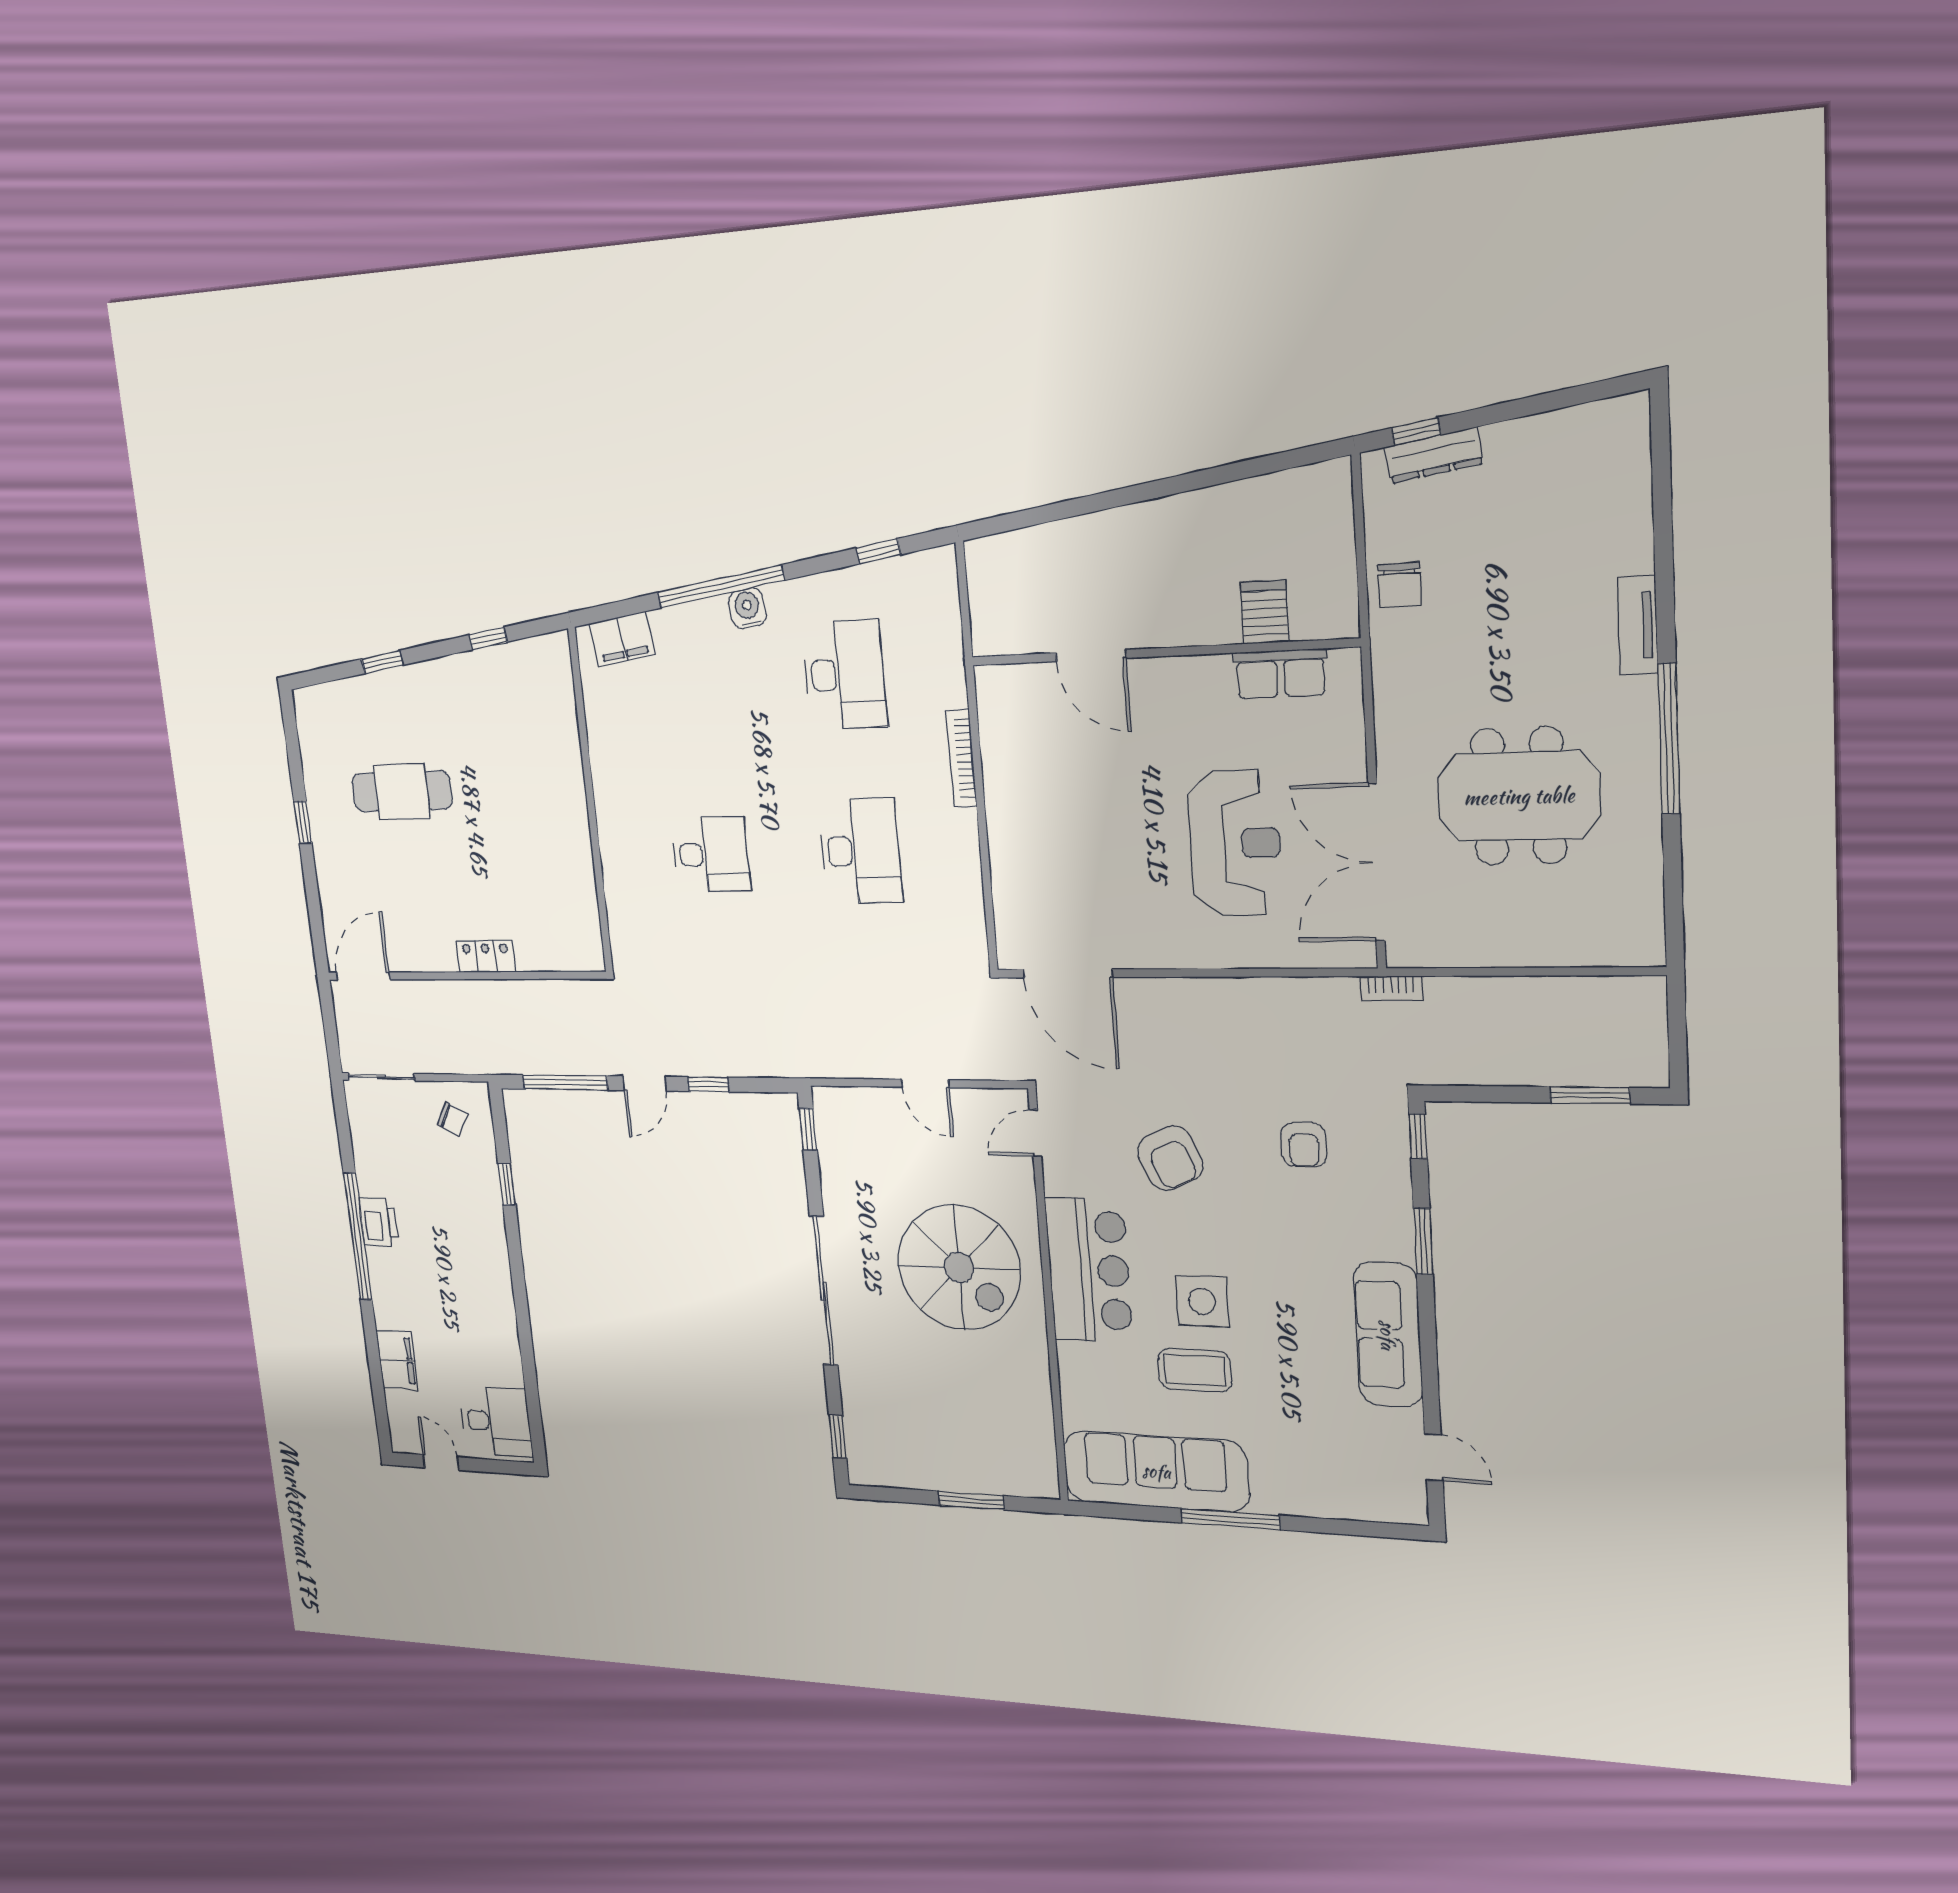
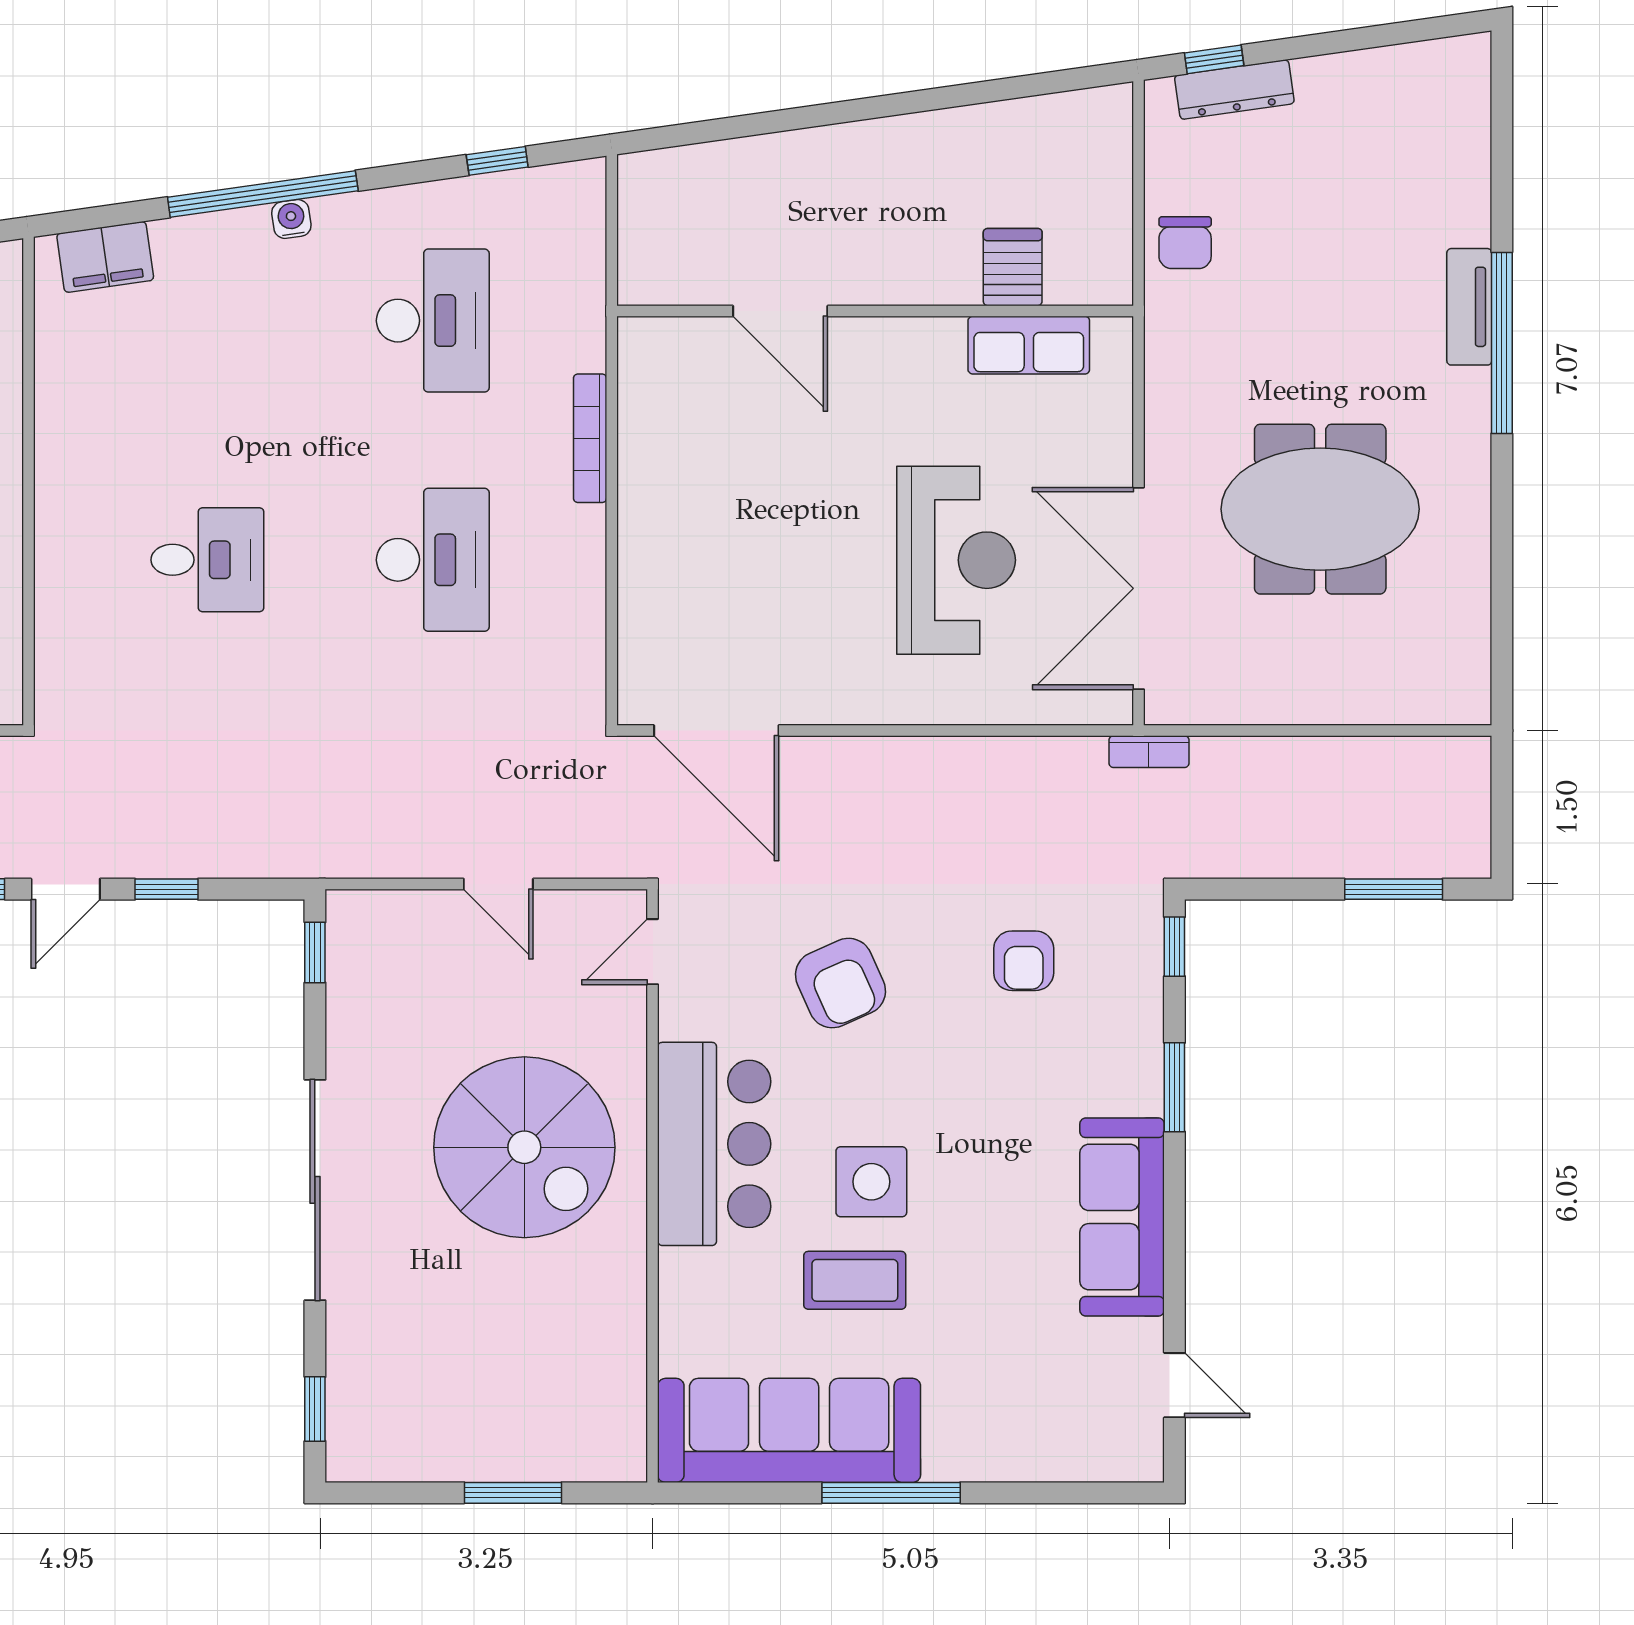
water cooler: (747, 608) -> (291, 219), width x0.72, depth x0.72
window: (1669, 739) -> (1502, 343), moved

